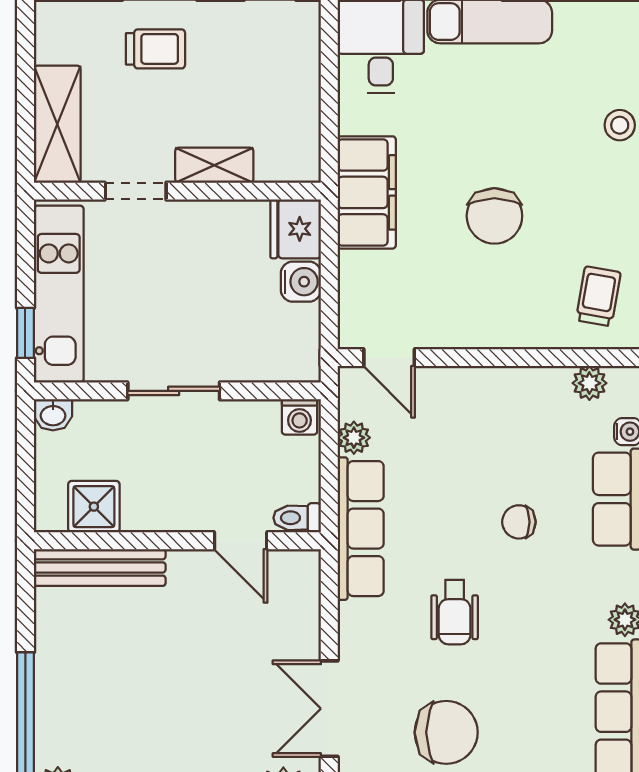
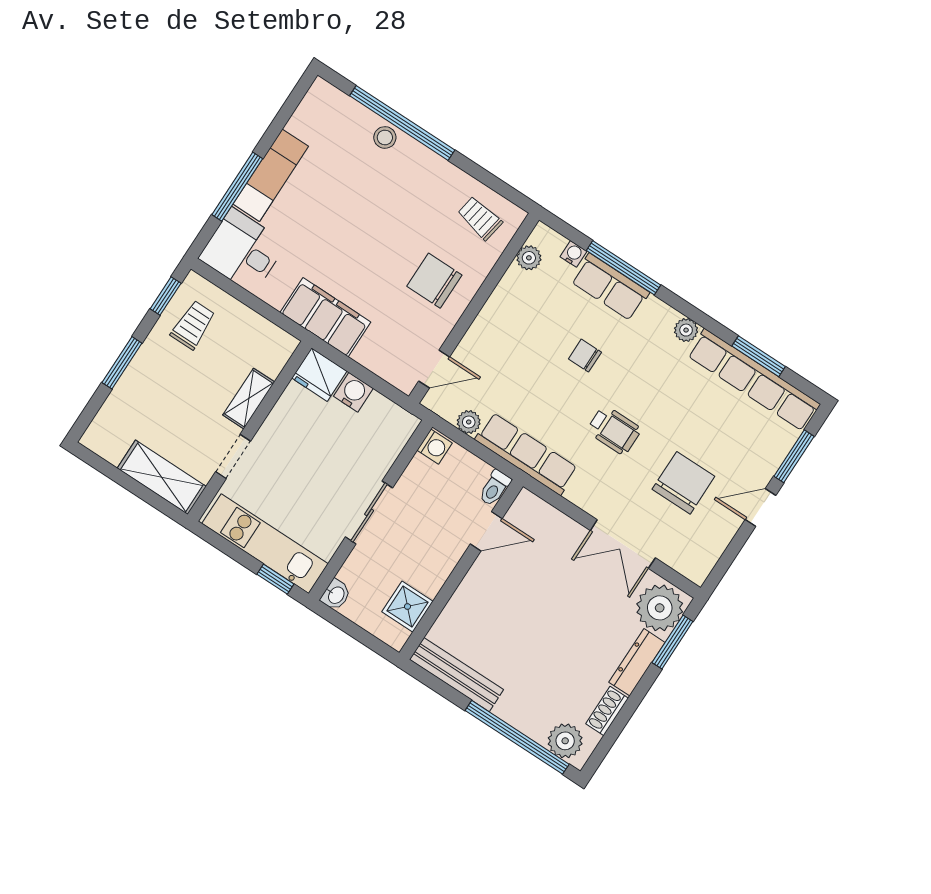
trolley: (155, 49) -> (193, 325), moved
chair: (494, 216) -> (434, 281), moved, turned 180
chair: (519, 522) -> (585, 356), turned 90
bench: (100, 567) -> (457, 675), moved, turned 90

